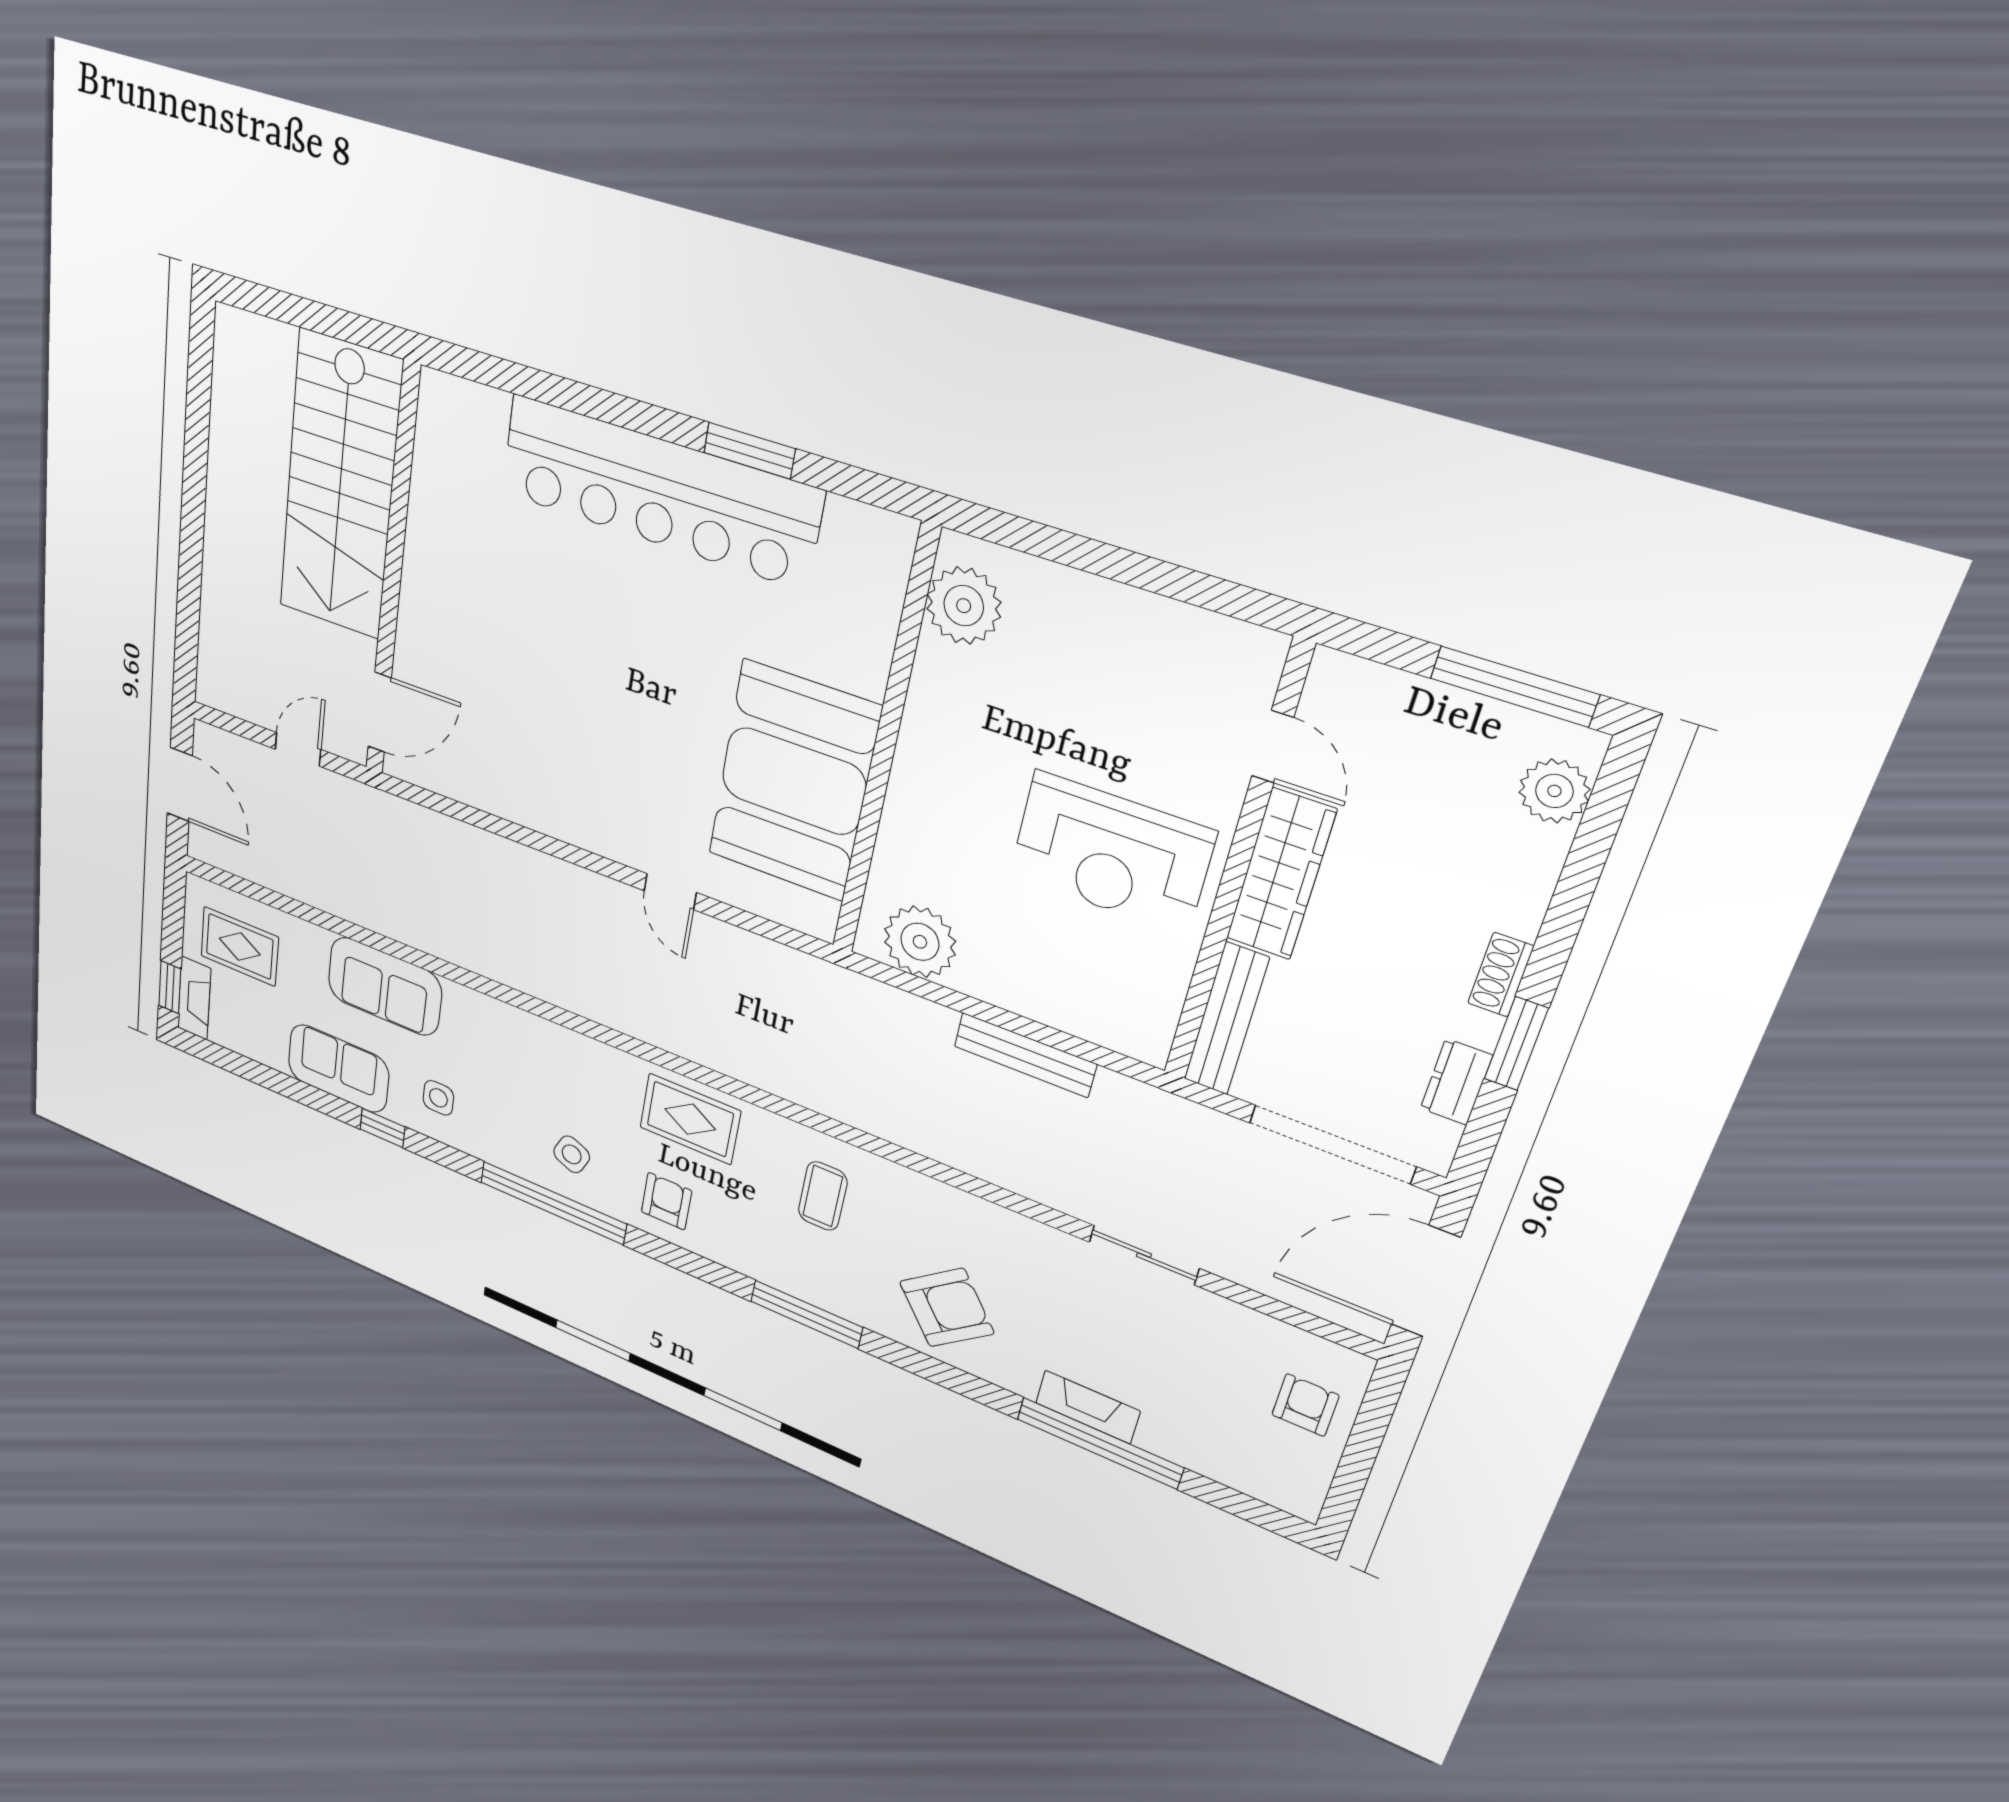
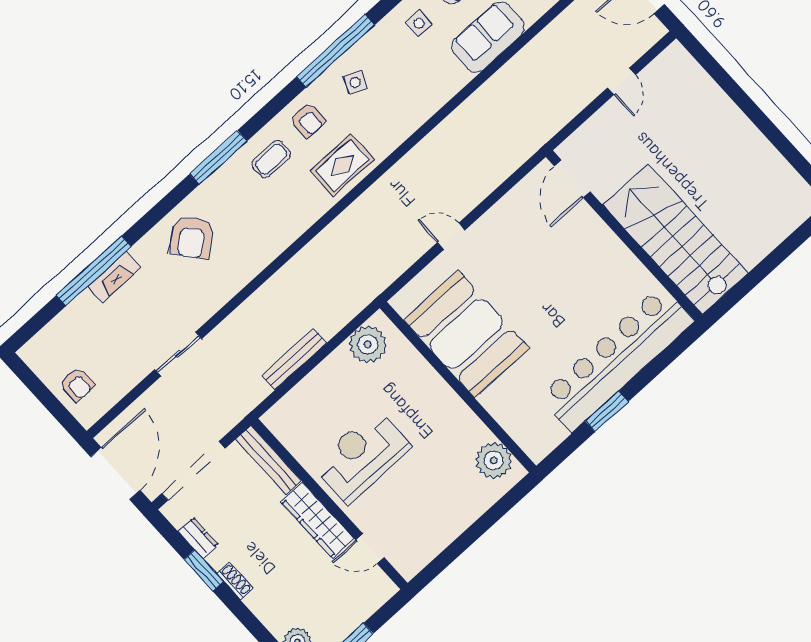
stairs: (340, 486) -> (675, 239), moved
wall: (392, 575) -> (624, 236), moved
door: (380, 712) -> (572, 179), moved
coffee table: (823, 1196) -> (271, 159), moved, turned 90

